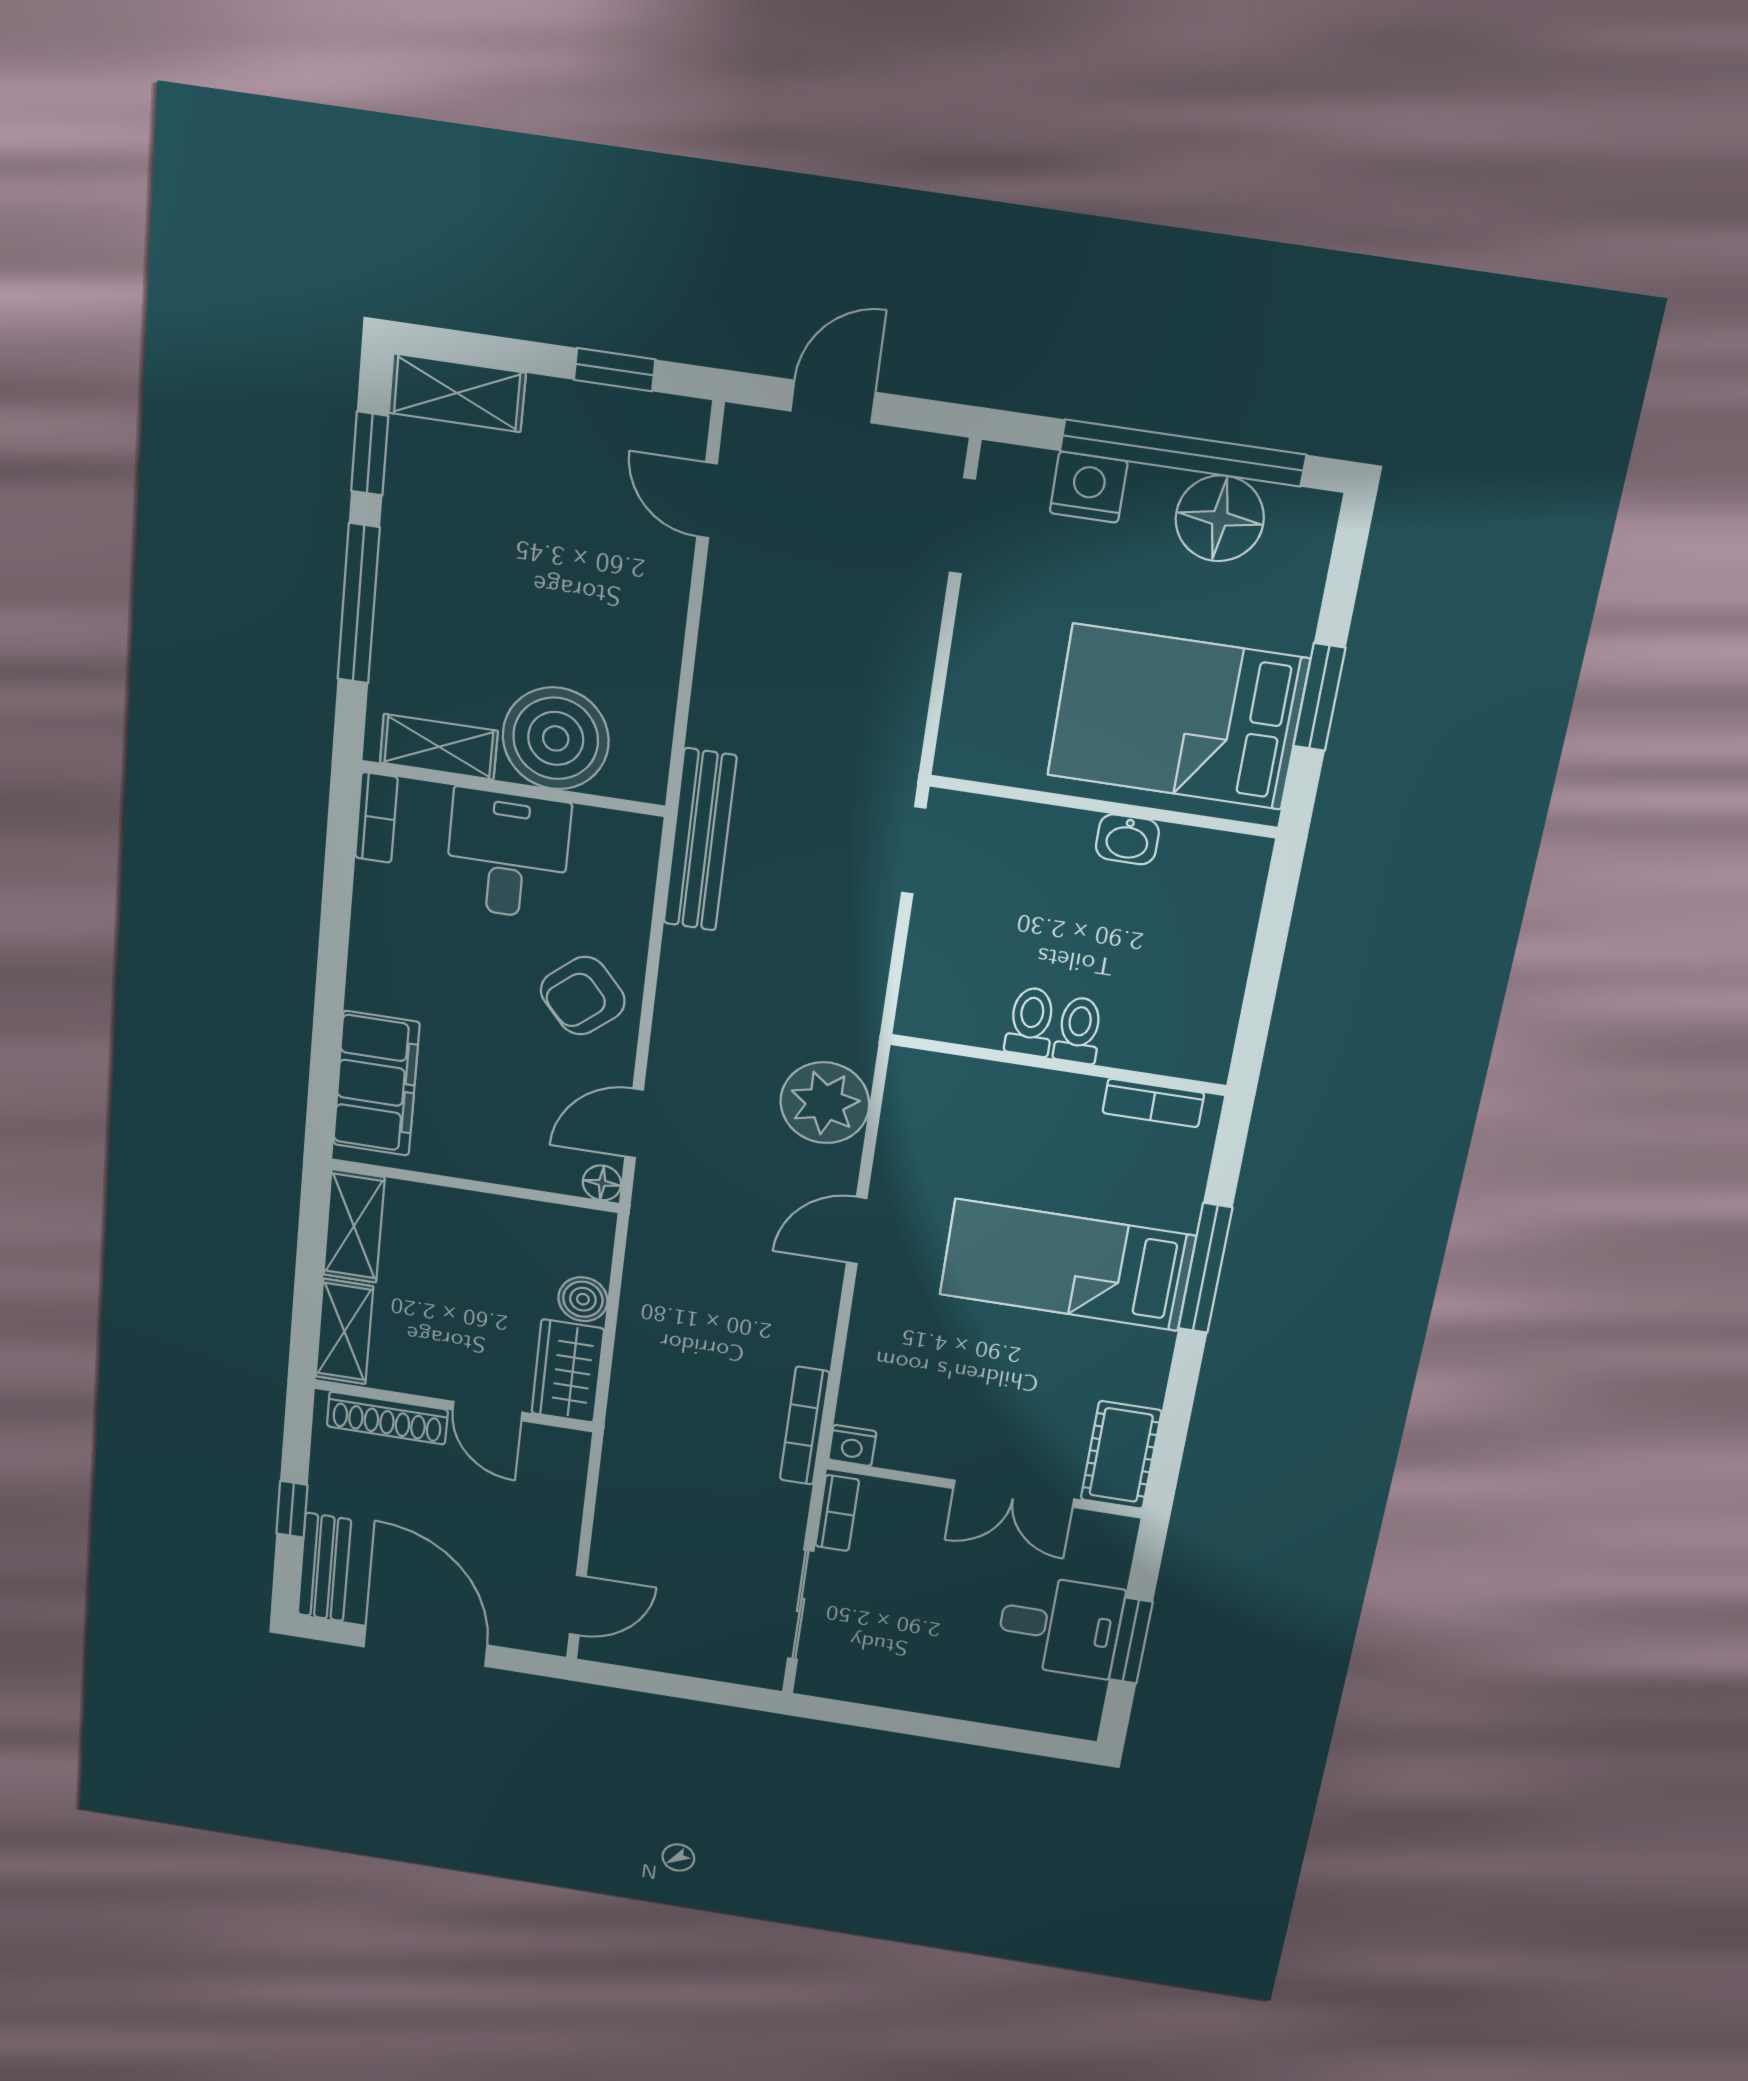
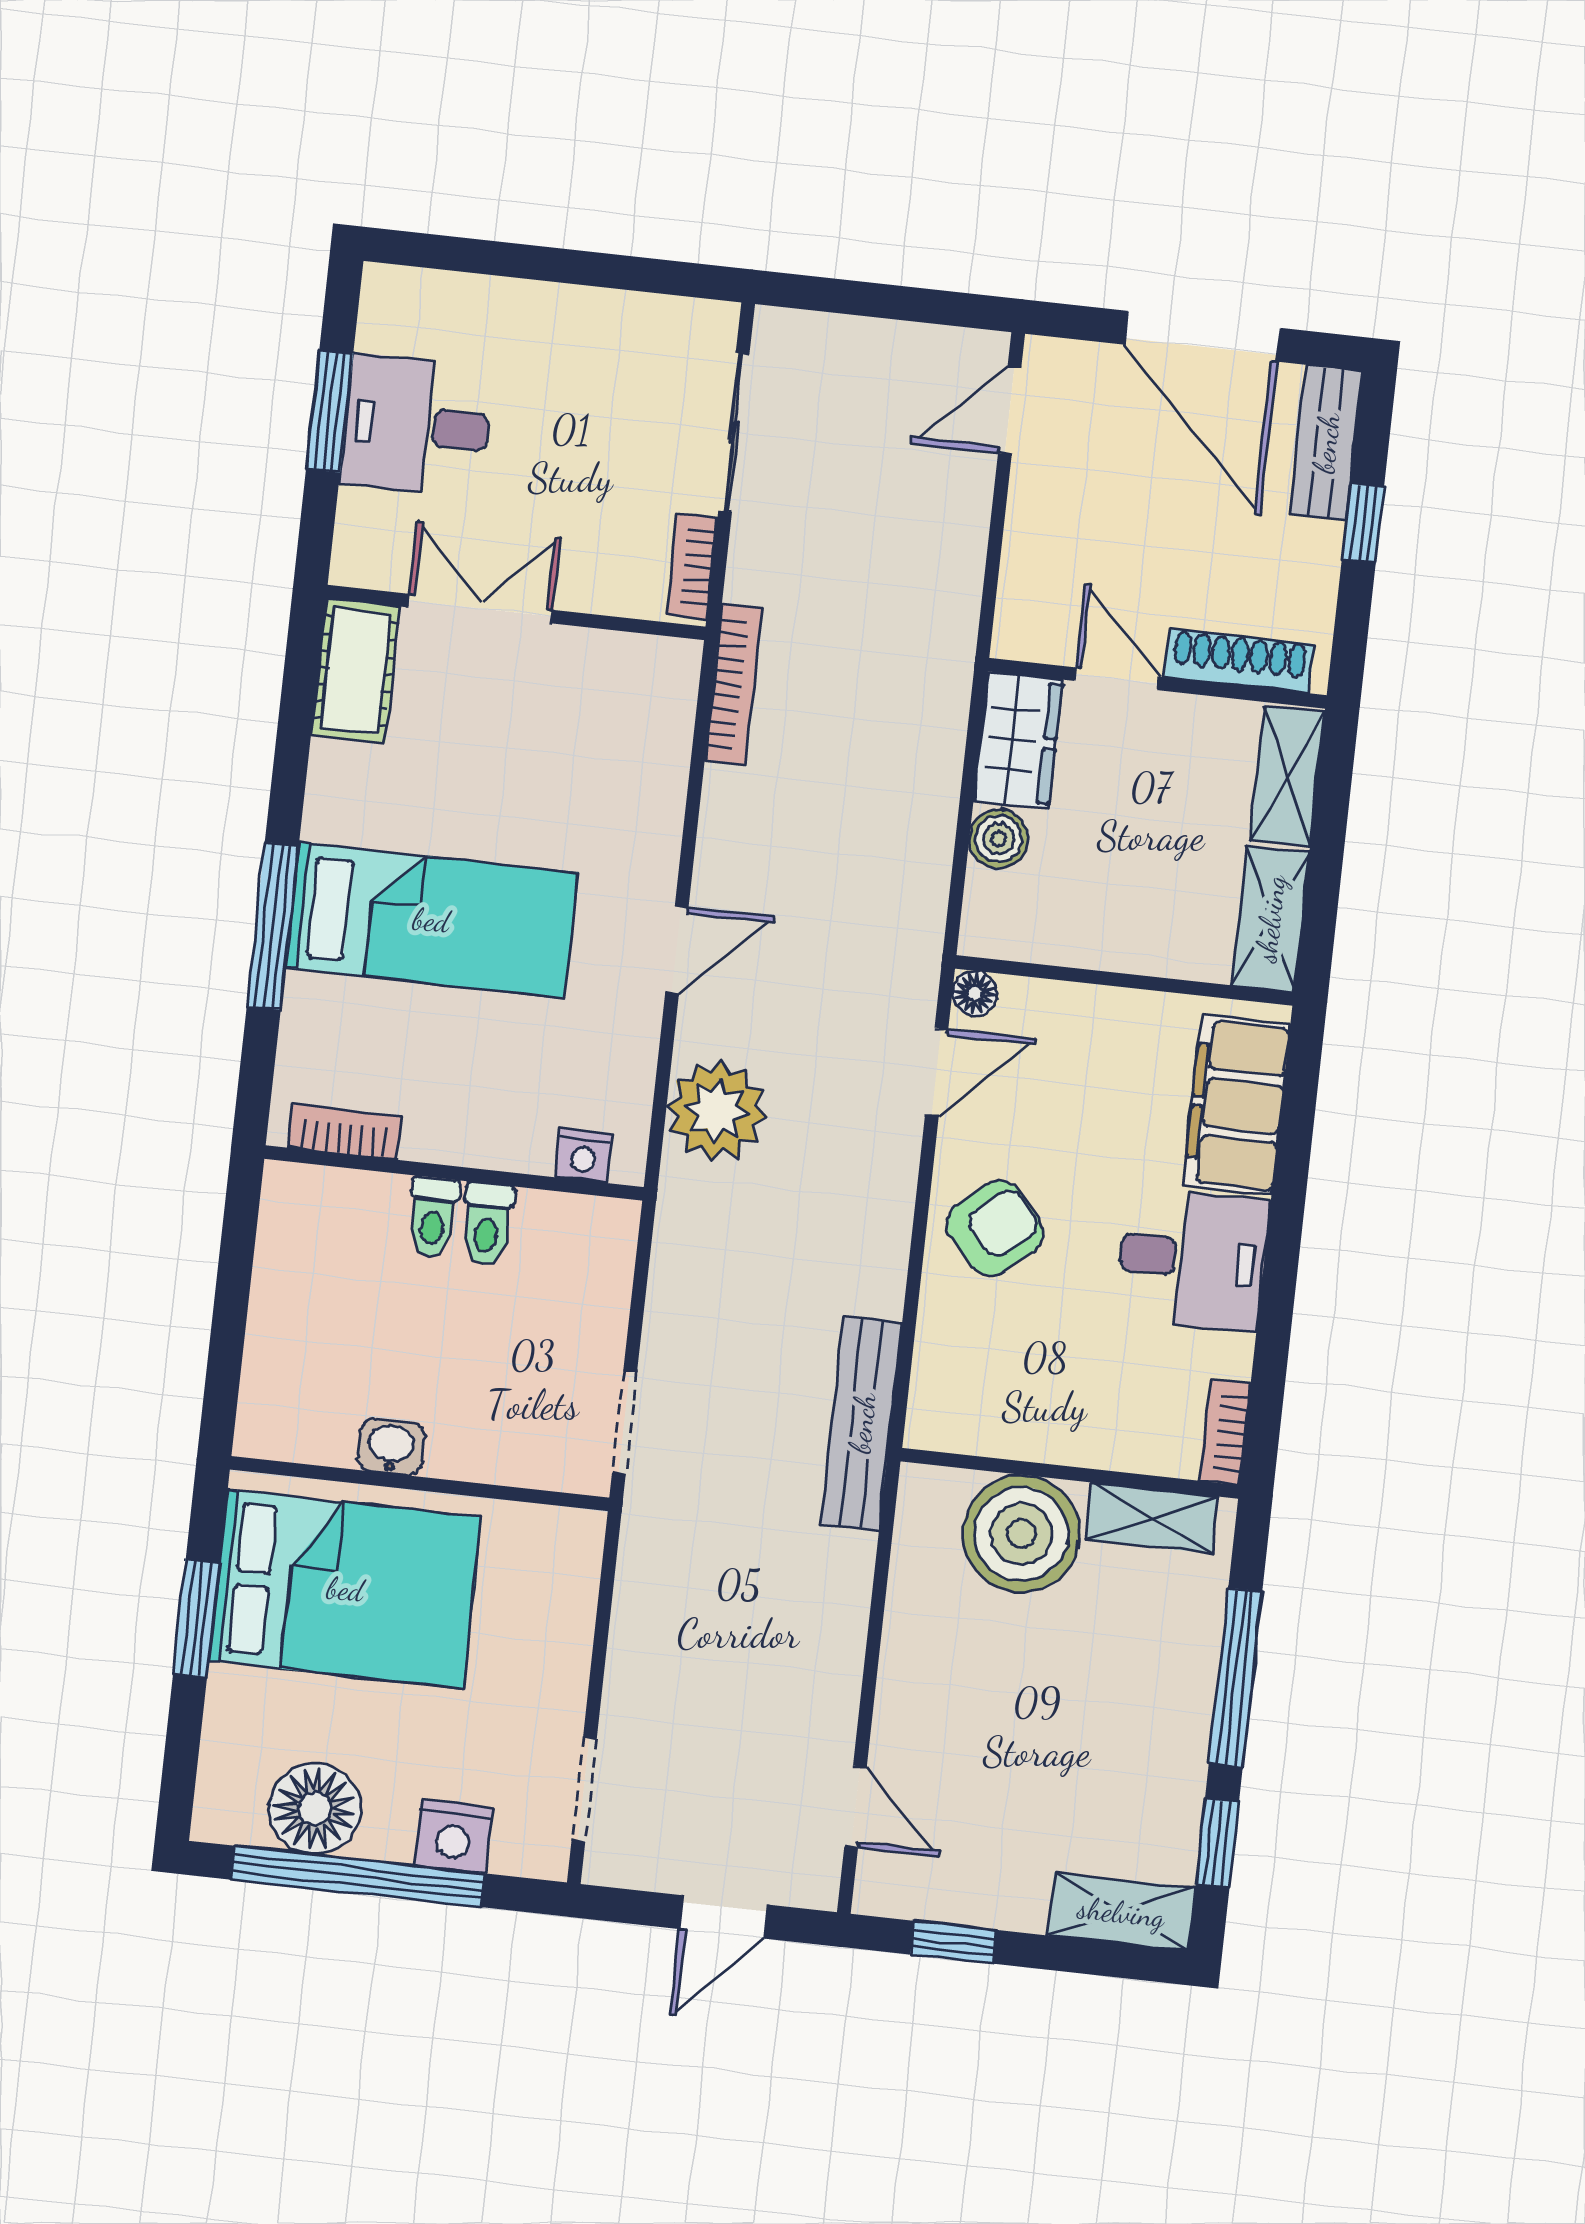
desk: (508, 855) -> (1192, 1259), moved, turned -90
nightstand: (852, 1445) -> (583, 1156), moved, turned 180

